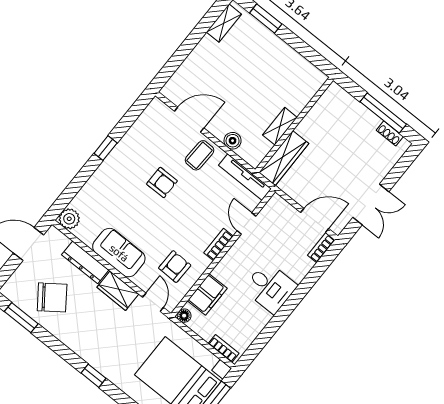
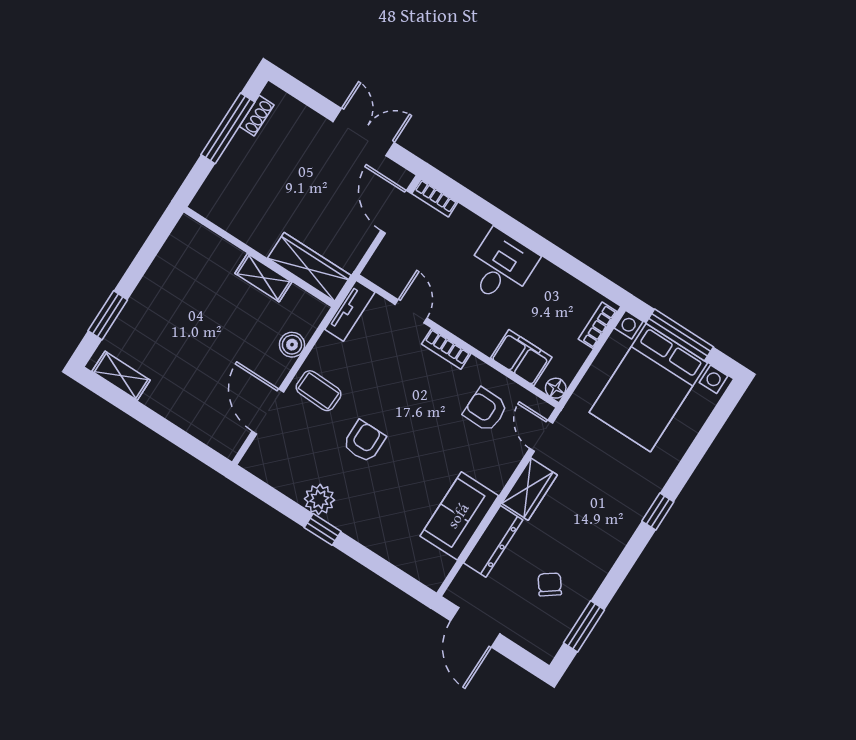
tv unit: (245, 177) -> (350, 311), width x0.71
plant: (69, 219) -> (319, 499), moved
door: (247, 223) -> (411, 311), swing flipped
sofa: (119, 253) -> (459, 516), moved
chair: (52, 297) -> (550, 584), width x0.54, depth x0.54
door: (153, 302) -> (541, 436), hinge flipped

